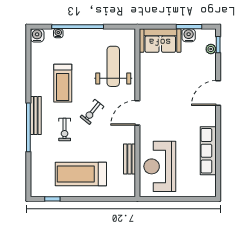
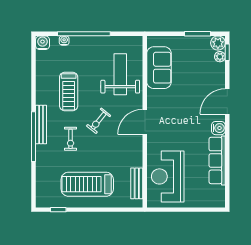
water cooler: (189, 35) -> (218, 128), moved, turned 90
plant: (209, 36) -> (218, 43), added
sofa: (160, 41) -> (159, 68), moved, turned -90
bench: (129, 159) -> (137, 183), moved

